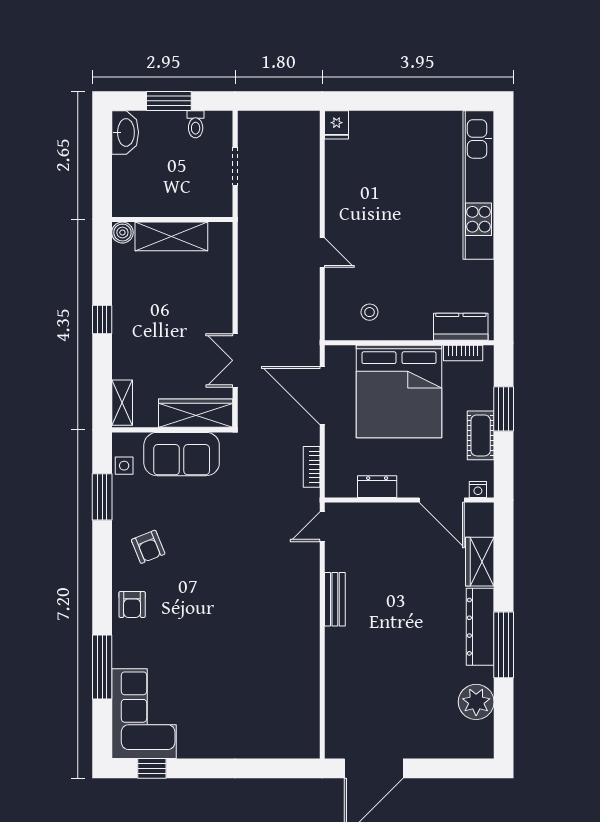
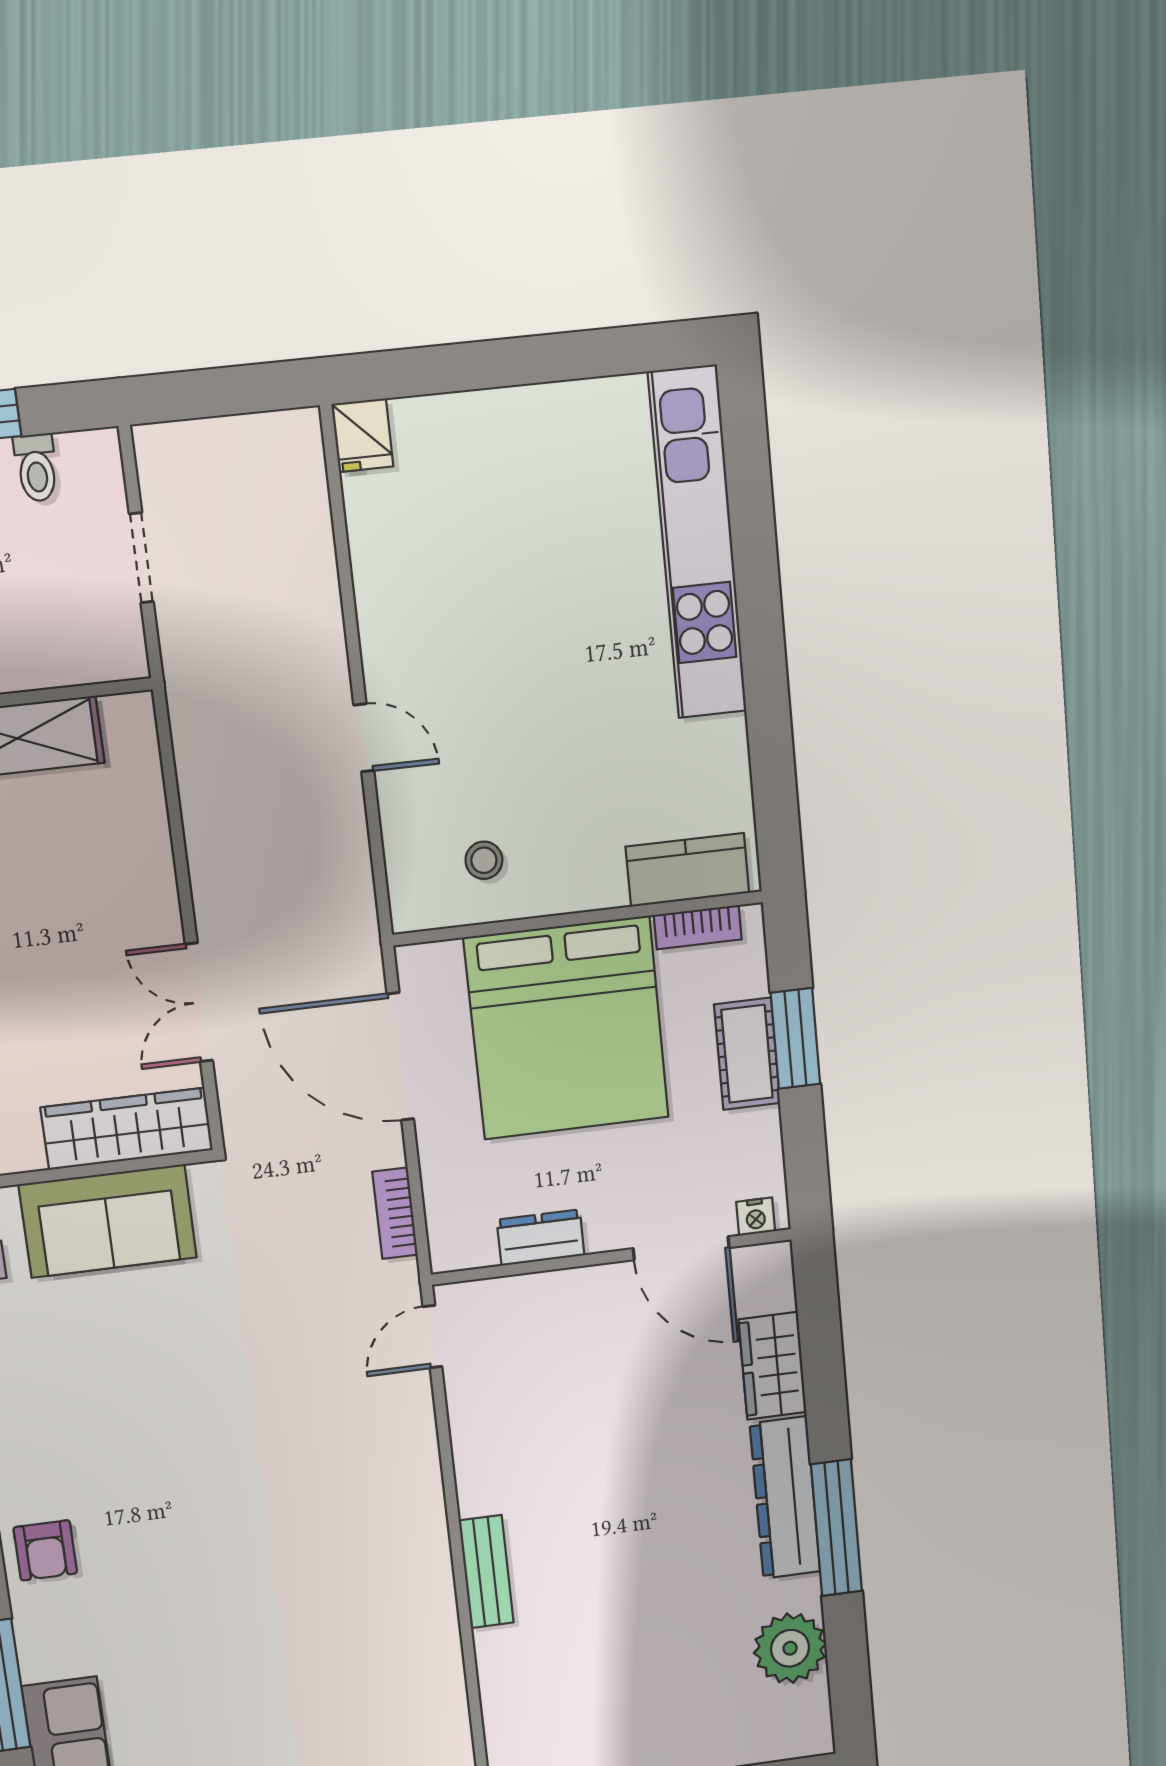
cot: (481, 435) -> (747, 1054), moved
armchair: (148, 547) -> (63, 1427), removed
bench: (335, 599) -> (486, 1572), moved

